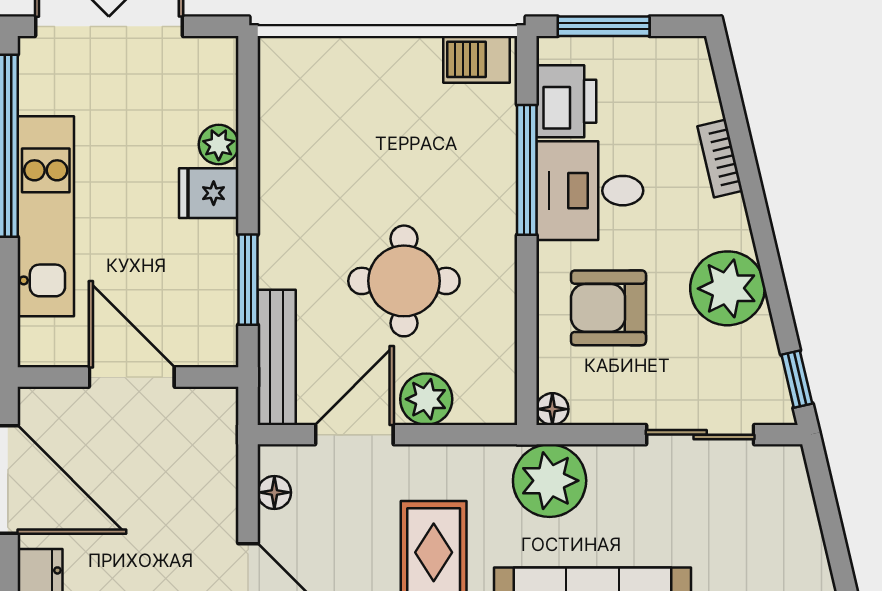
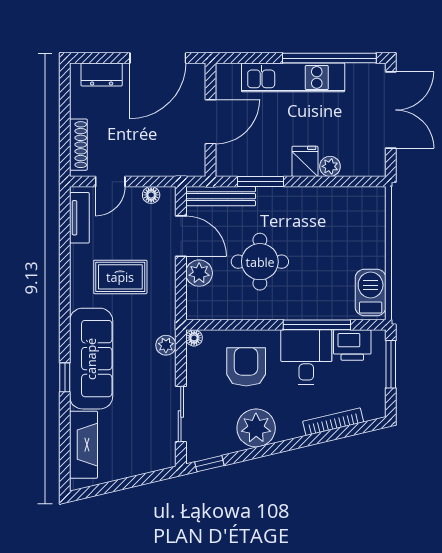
barbecue: (476, 59) -> (371, 293), width x1.38, depth x1.27
bookcase: (720, 158) -> (333, 422), width x1.56
plant: (550, 481) -> (166, 345), width x0.53, depth x0.53

